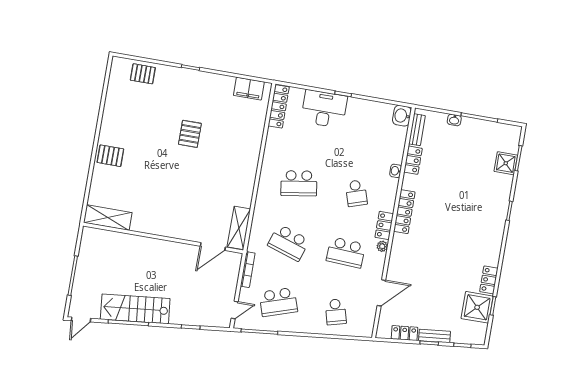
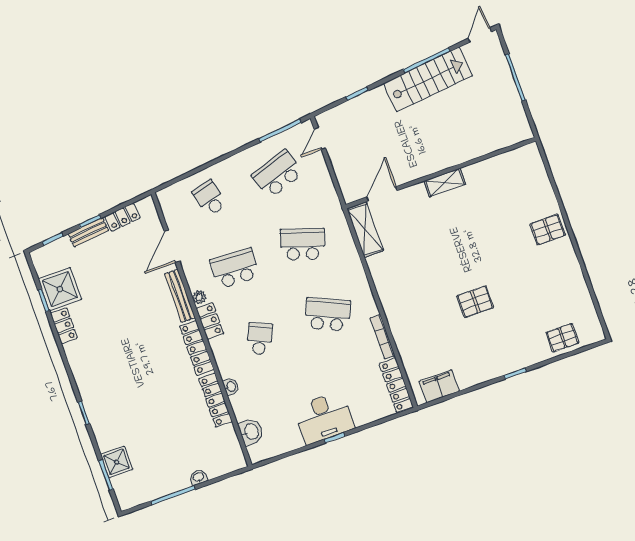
desk: (324, 109) -> (324, 418), moved
washbasin: (402, 116) -> (251, 432), moved
bench: (417, 130) -> (180, 296), moved, width x1.36
pallet: (190, 134) -> (475, 302), turned 90
locker: (413, 160) -> (215, 400), width x1.53
school desk: (299, 183) -> (328, 314), turned 33
school desk: (356, 193) -> (260, 339), turned 42
shelving: (108, 218) -> (445, 182), moved, width x0.67, depth x0.75
bookcase: (248, 270) -> (383, 337), moved

